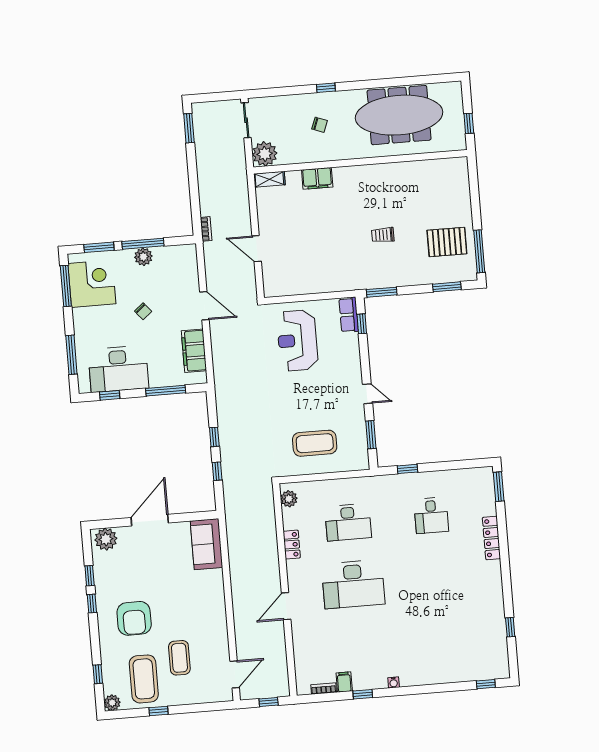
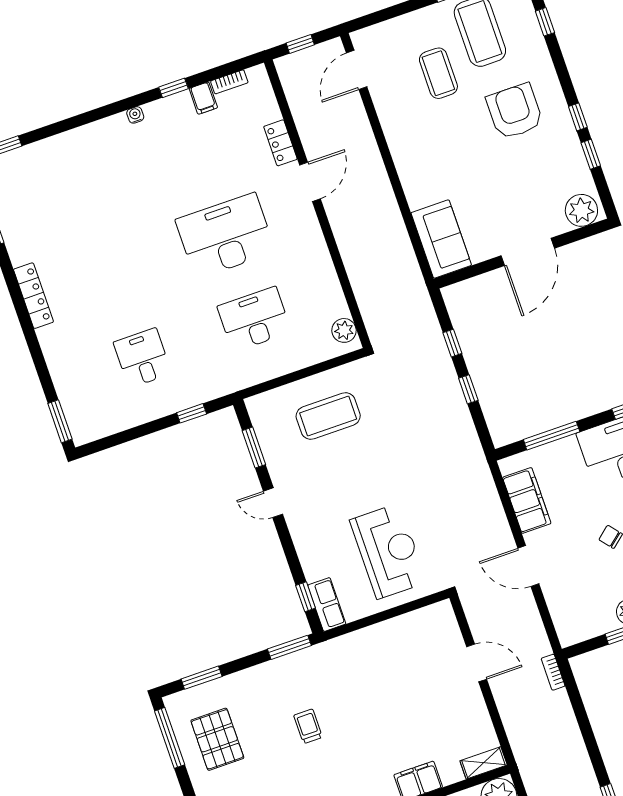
trolley: (383, 235) -> (308, 726), turned -90
pallet: (447, 242) -> (217, 739), turned 90
locker: (491, 538) -> (33, 296), moved
locker: (292, 545) -> (280, 143), moved

